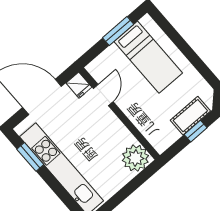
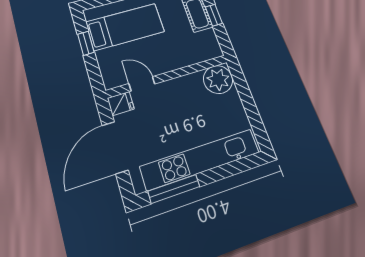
window: (118, 31) -> (86, 43), width x0.67
window: (30, 157) -> (174, 189), width x1.44

